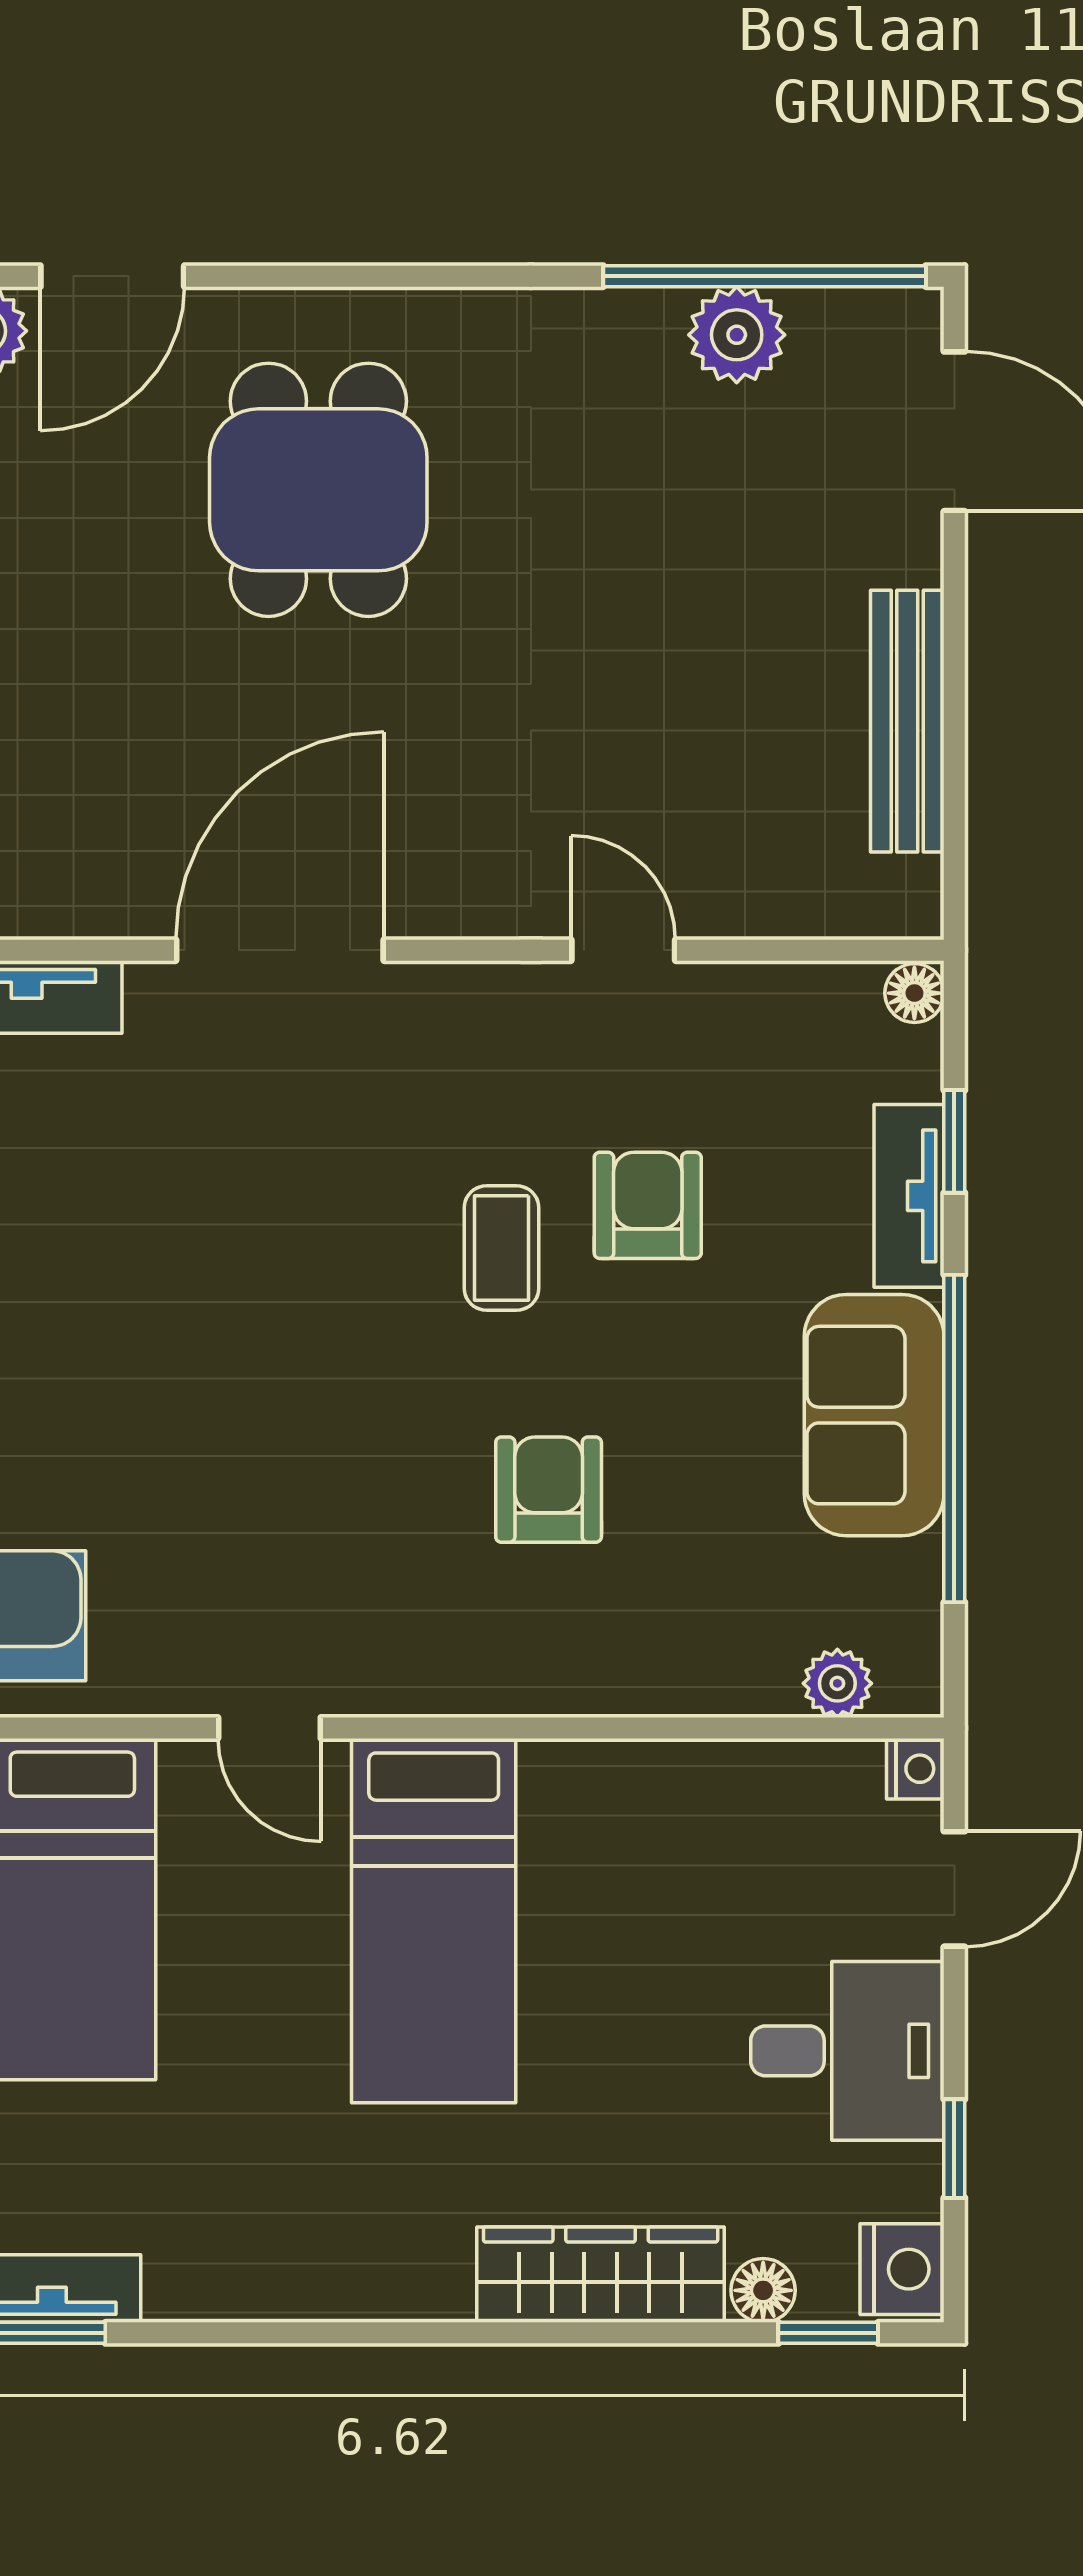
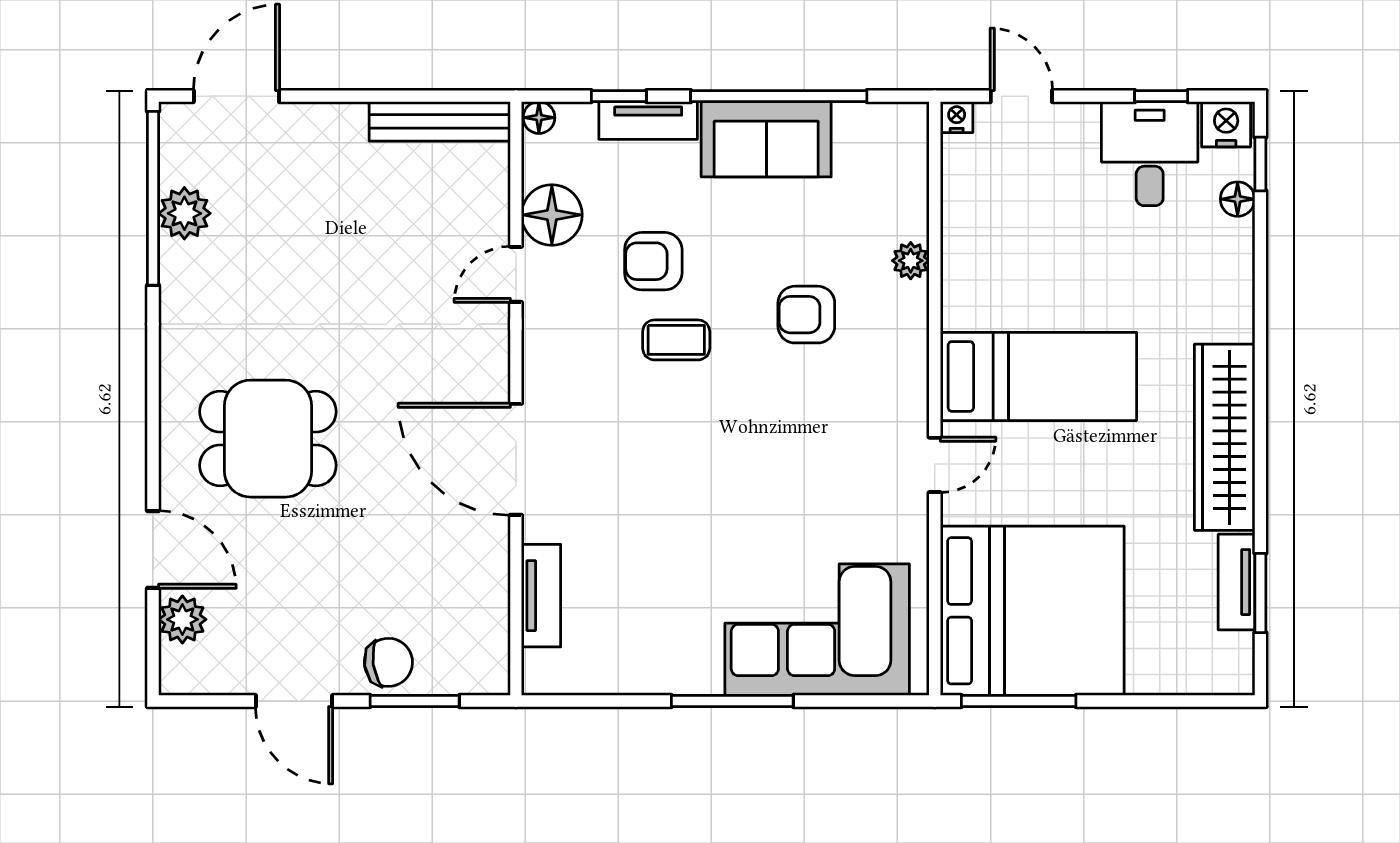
bench: (907, 721) -> (440, 121), moved
floor lamp: (734, 1017) -> (552, 215), added
plant: (837, 1683) -> (911, 261), moved
desk: (847, 2051) -> (1150, 154), moved
wardrobe: (601, 2275) -> (1225, 437), moved, width x1.40, depth x1.17

